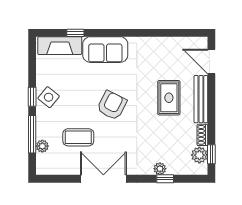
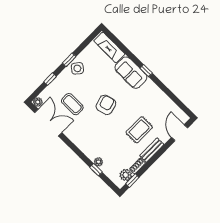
window: (75, 33) -> (146, 71), moved
bench: (201, 99) -> (152, 150), width x0.73
armchair: (112, 105) -> (106, 105), turned -42
window: (32, 134) -> (50, 79), width x0.46
plant: (42, 146) -> (38, 102), moved
double door: (103, 179) -> (48, 123), moved

